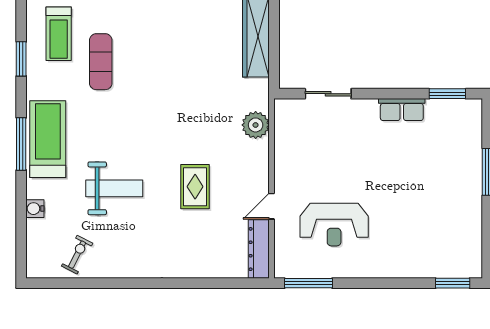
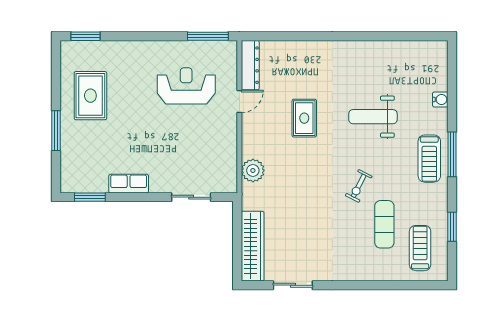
treadmill: (48, 139) -> (429, 159), width x0.73, depth x0.73
rug: (447, 213) -> (90, 96), added
exercise bike: (77, 255) -> (359, 186), moved

